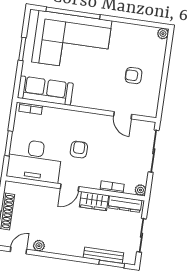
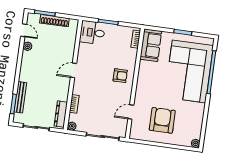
armchair: (134, 76) -> (162, 120), width x1.88, depth x1.88
sofa: (45, 91) -> (151, 45), width x0.73
armchair: (79, 150) -> (120, 76), moved
desk: (34, 161) -> (92, 33), width x0.53, depth x0.77
door: (70, 188) -> (74, 70), hinge flipped
wardrobe: (94, 201) -> (63, 90), removed

